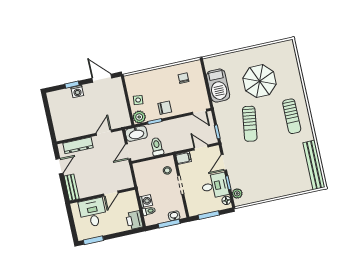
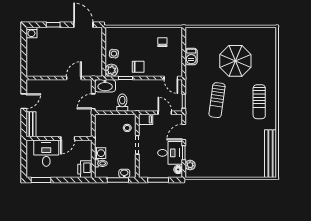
barbecue: (218, 86) -> (191, 56), width x0.53, depth x0.65
washing machine: (77, 91) -> (31, 32), moved
dresser: (78, 145) -> (46, 85), removed

